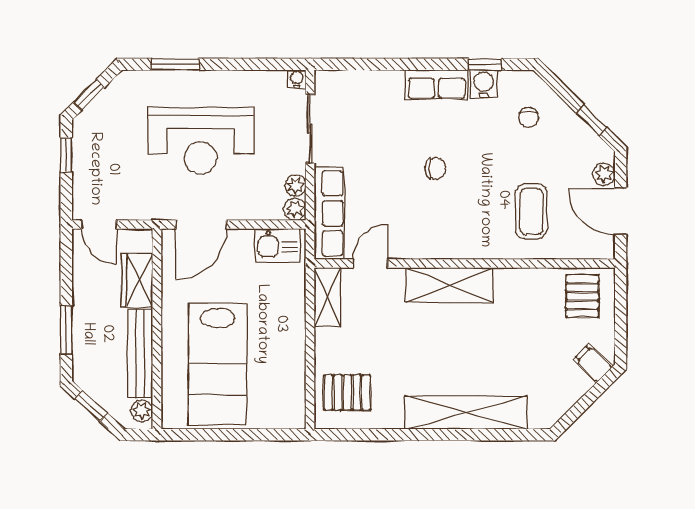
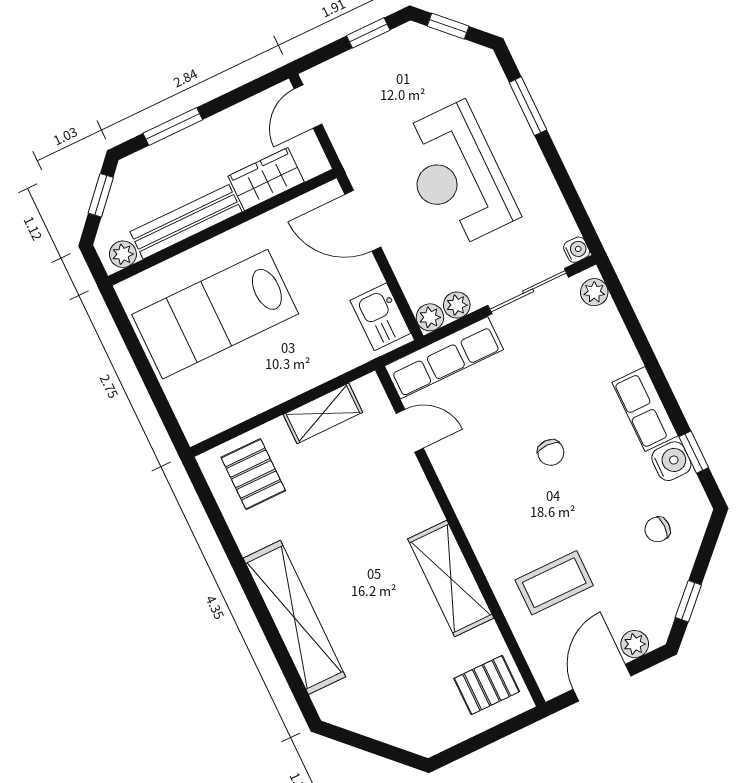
plant: (334, 81) -> (594, 292), added
shelving: (449, 285) -> (451, 579), moved
shelving: (327, 297) -> (323, 413), moved
filing cabinet: (593, 363) -> (417, 733), removed

